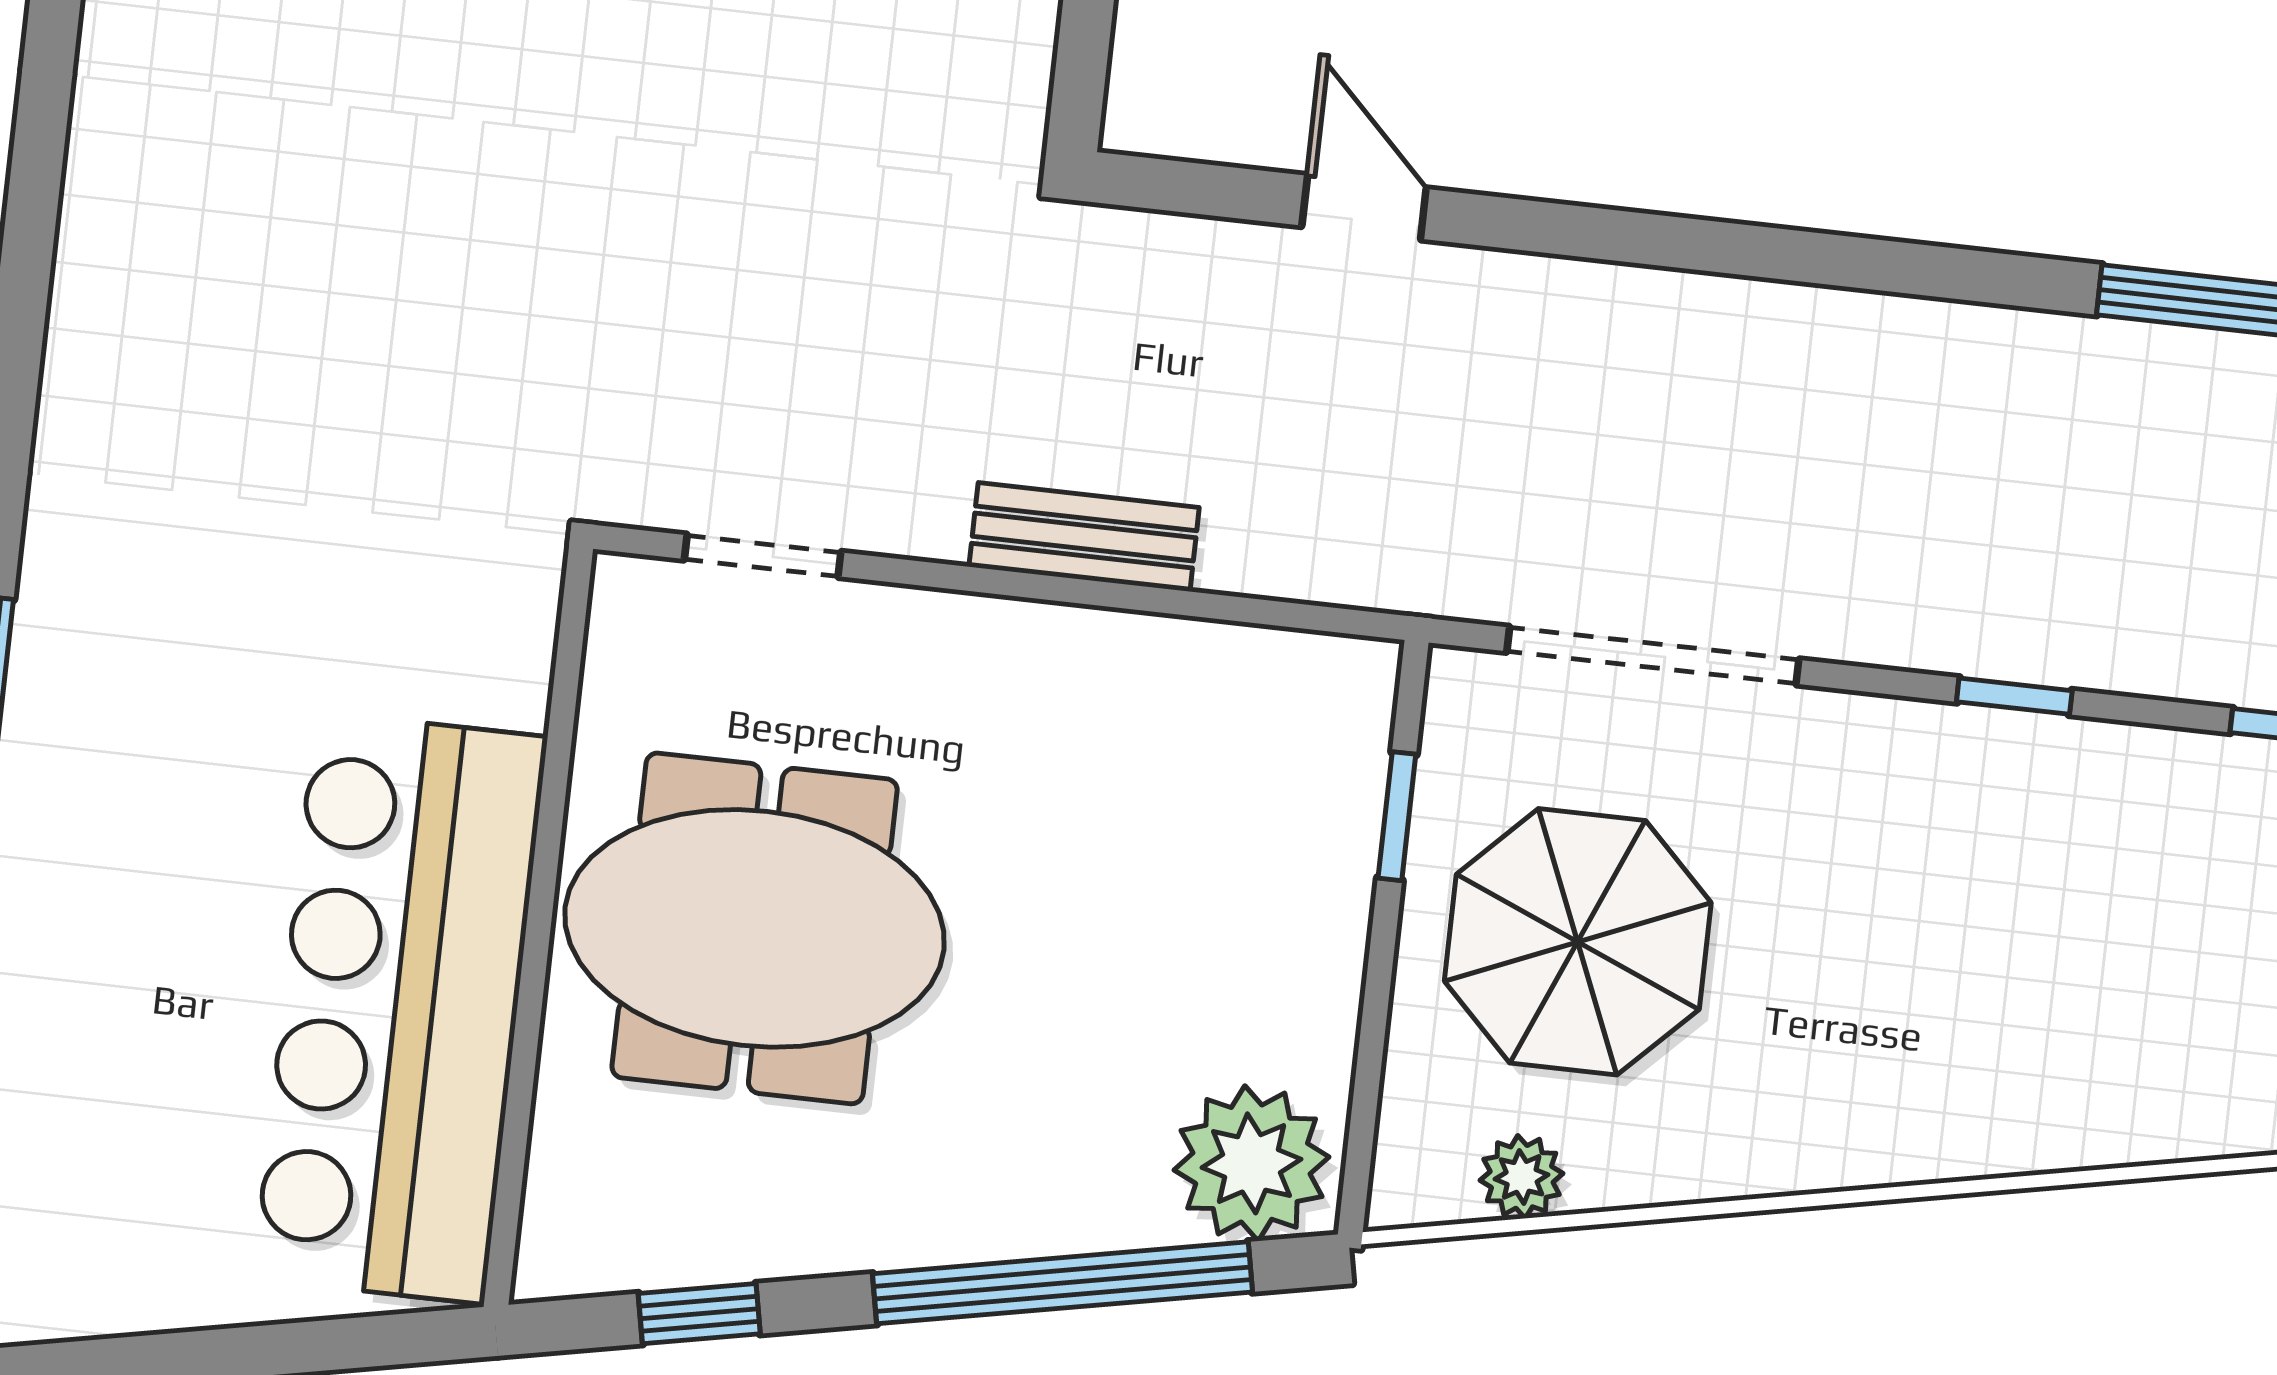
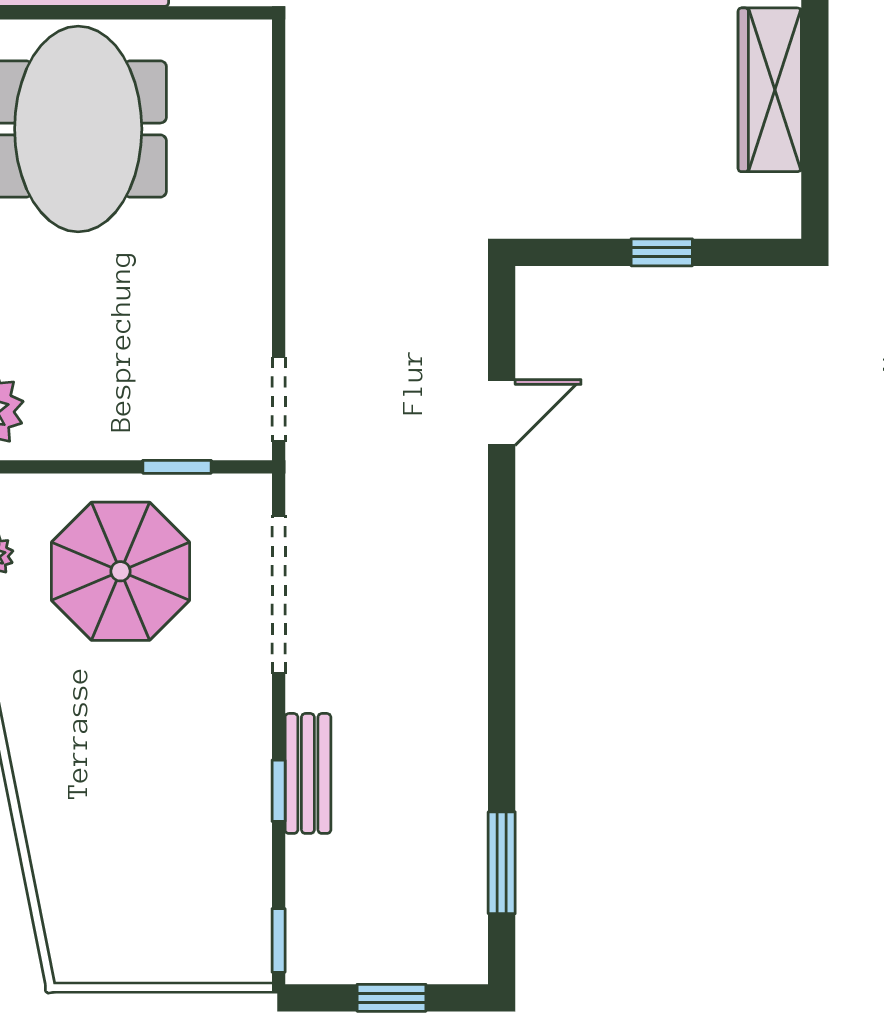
bench: (1084, 537) -> (308, 773), moved
doorway: (763, 556) -> (279, 399), moved

